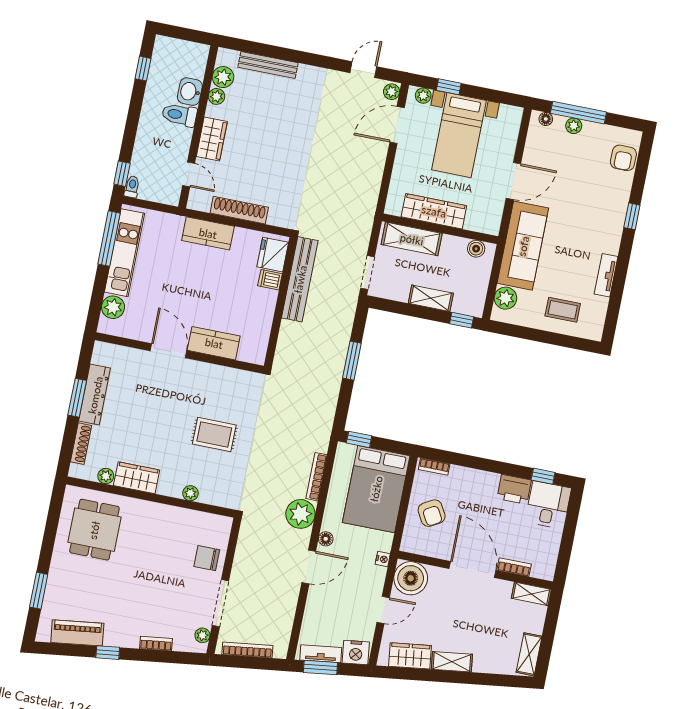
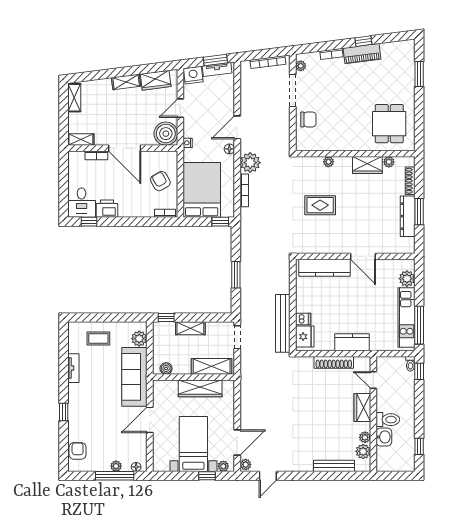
kitchen counter: (214, 343) -> (324, 268), width x1.50
piano: (77, 633) -> (362, 54), moved

